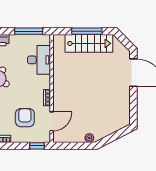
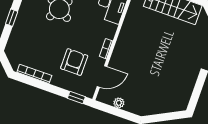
plant: (89, 138) -> (119, 103), moved

